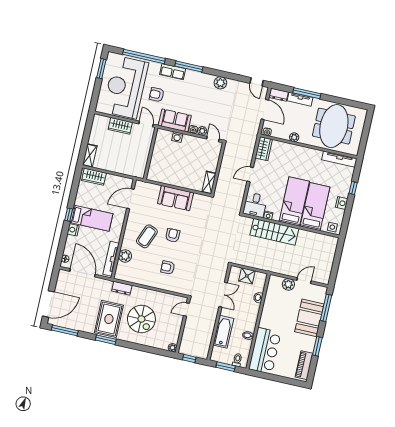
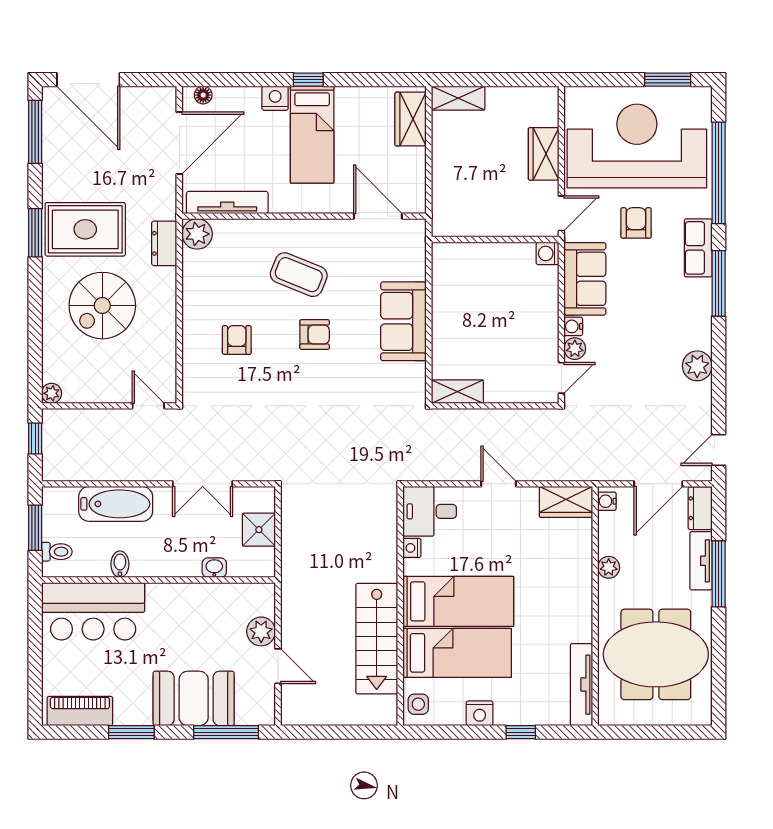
washing machine: (177, 137) -> (547, 253), moved
stairs: (274, 232) -> (377, 639), moved
plant: (125, 256) -> (197, 234), moved

